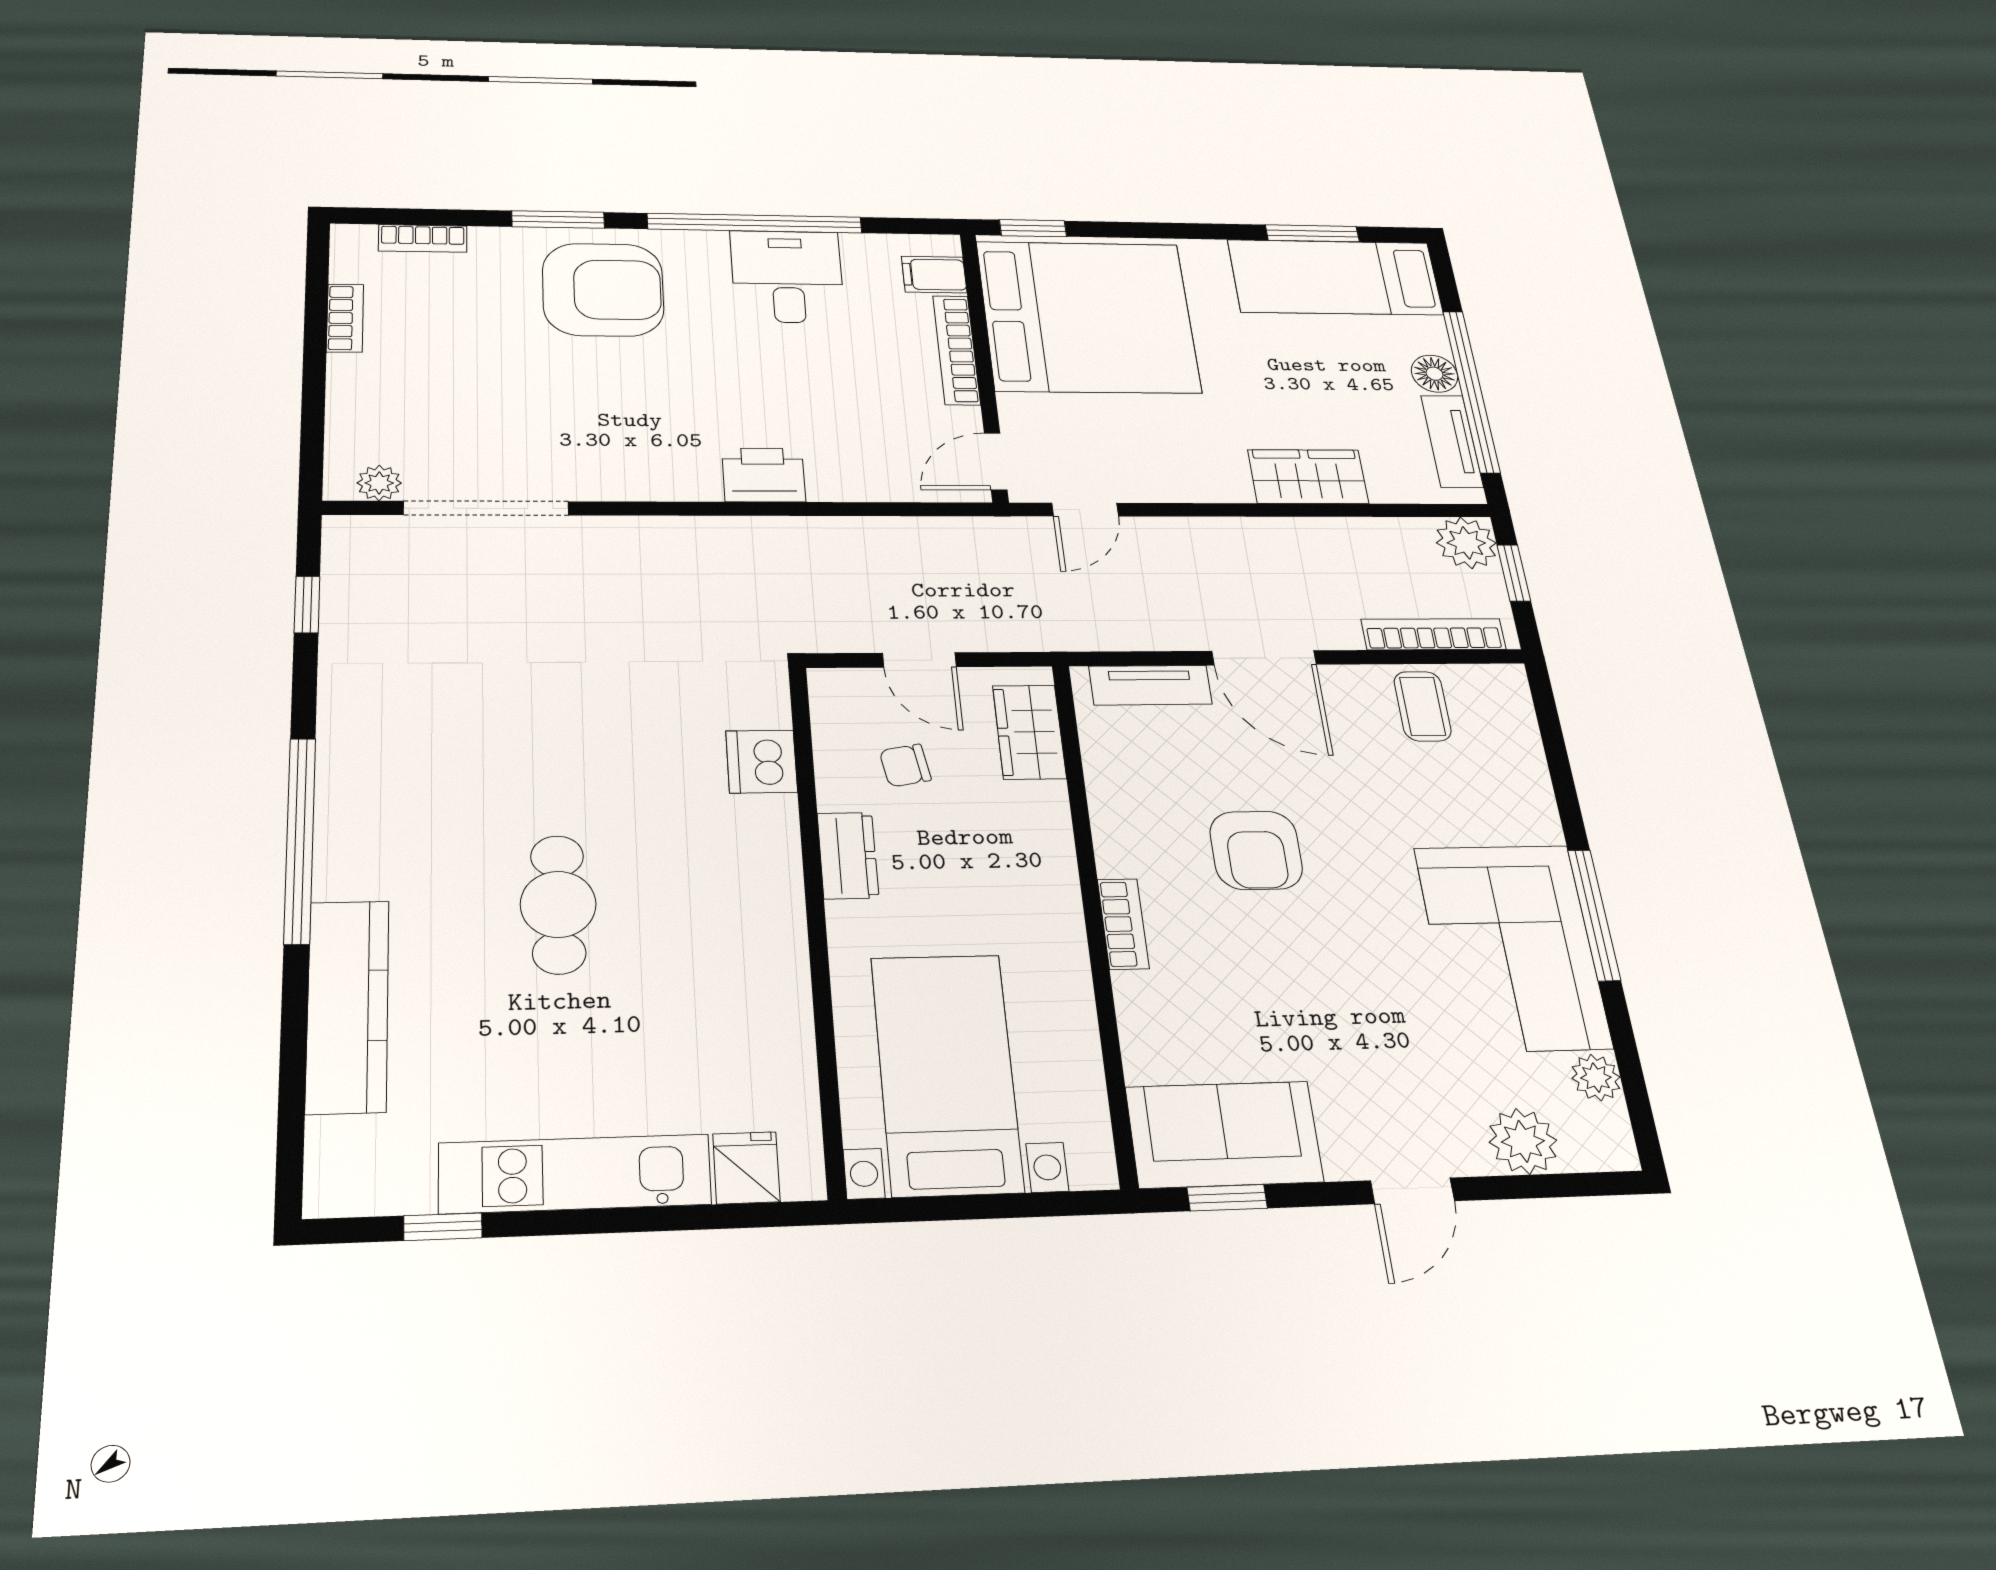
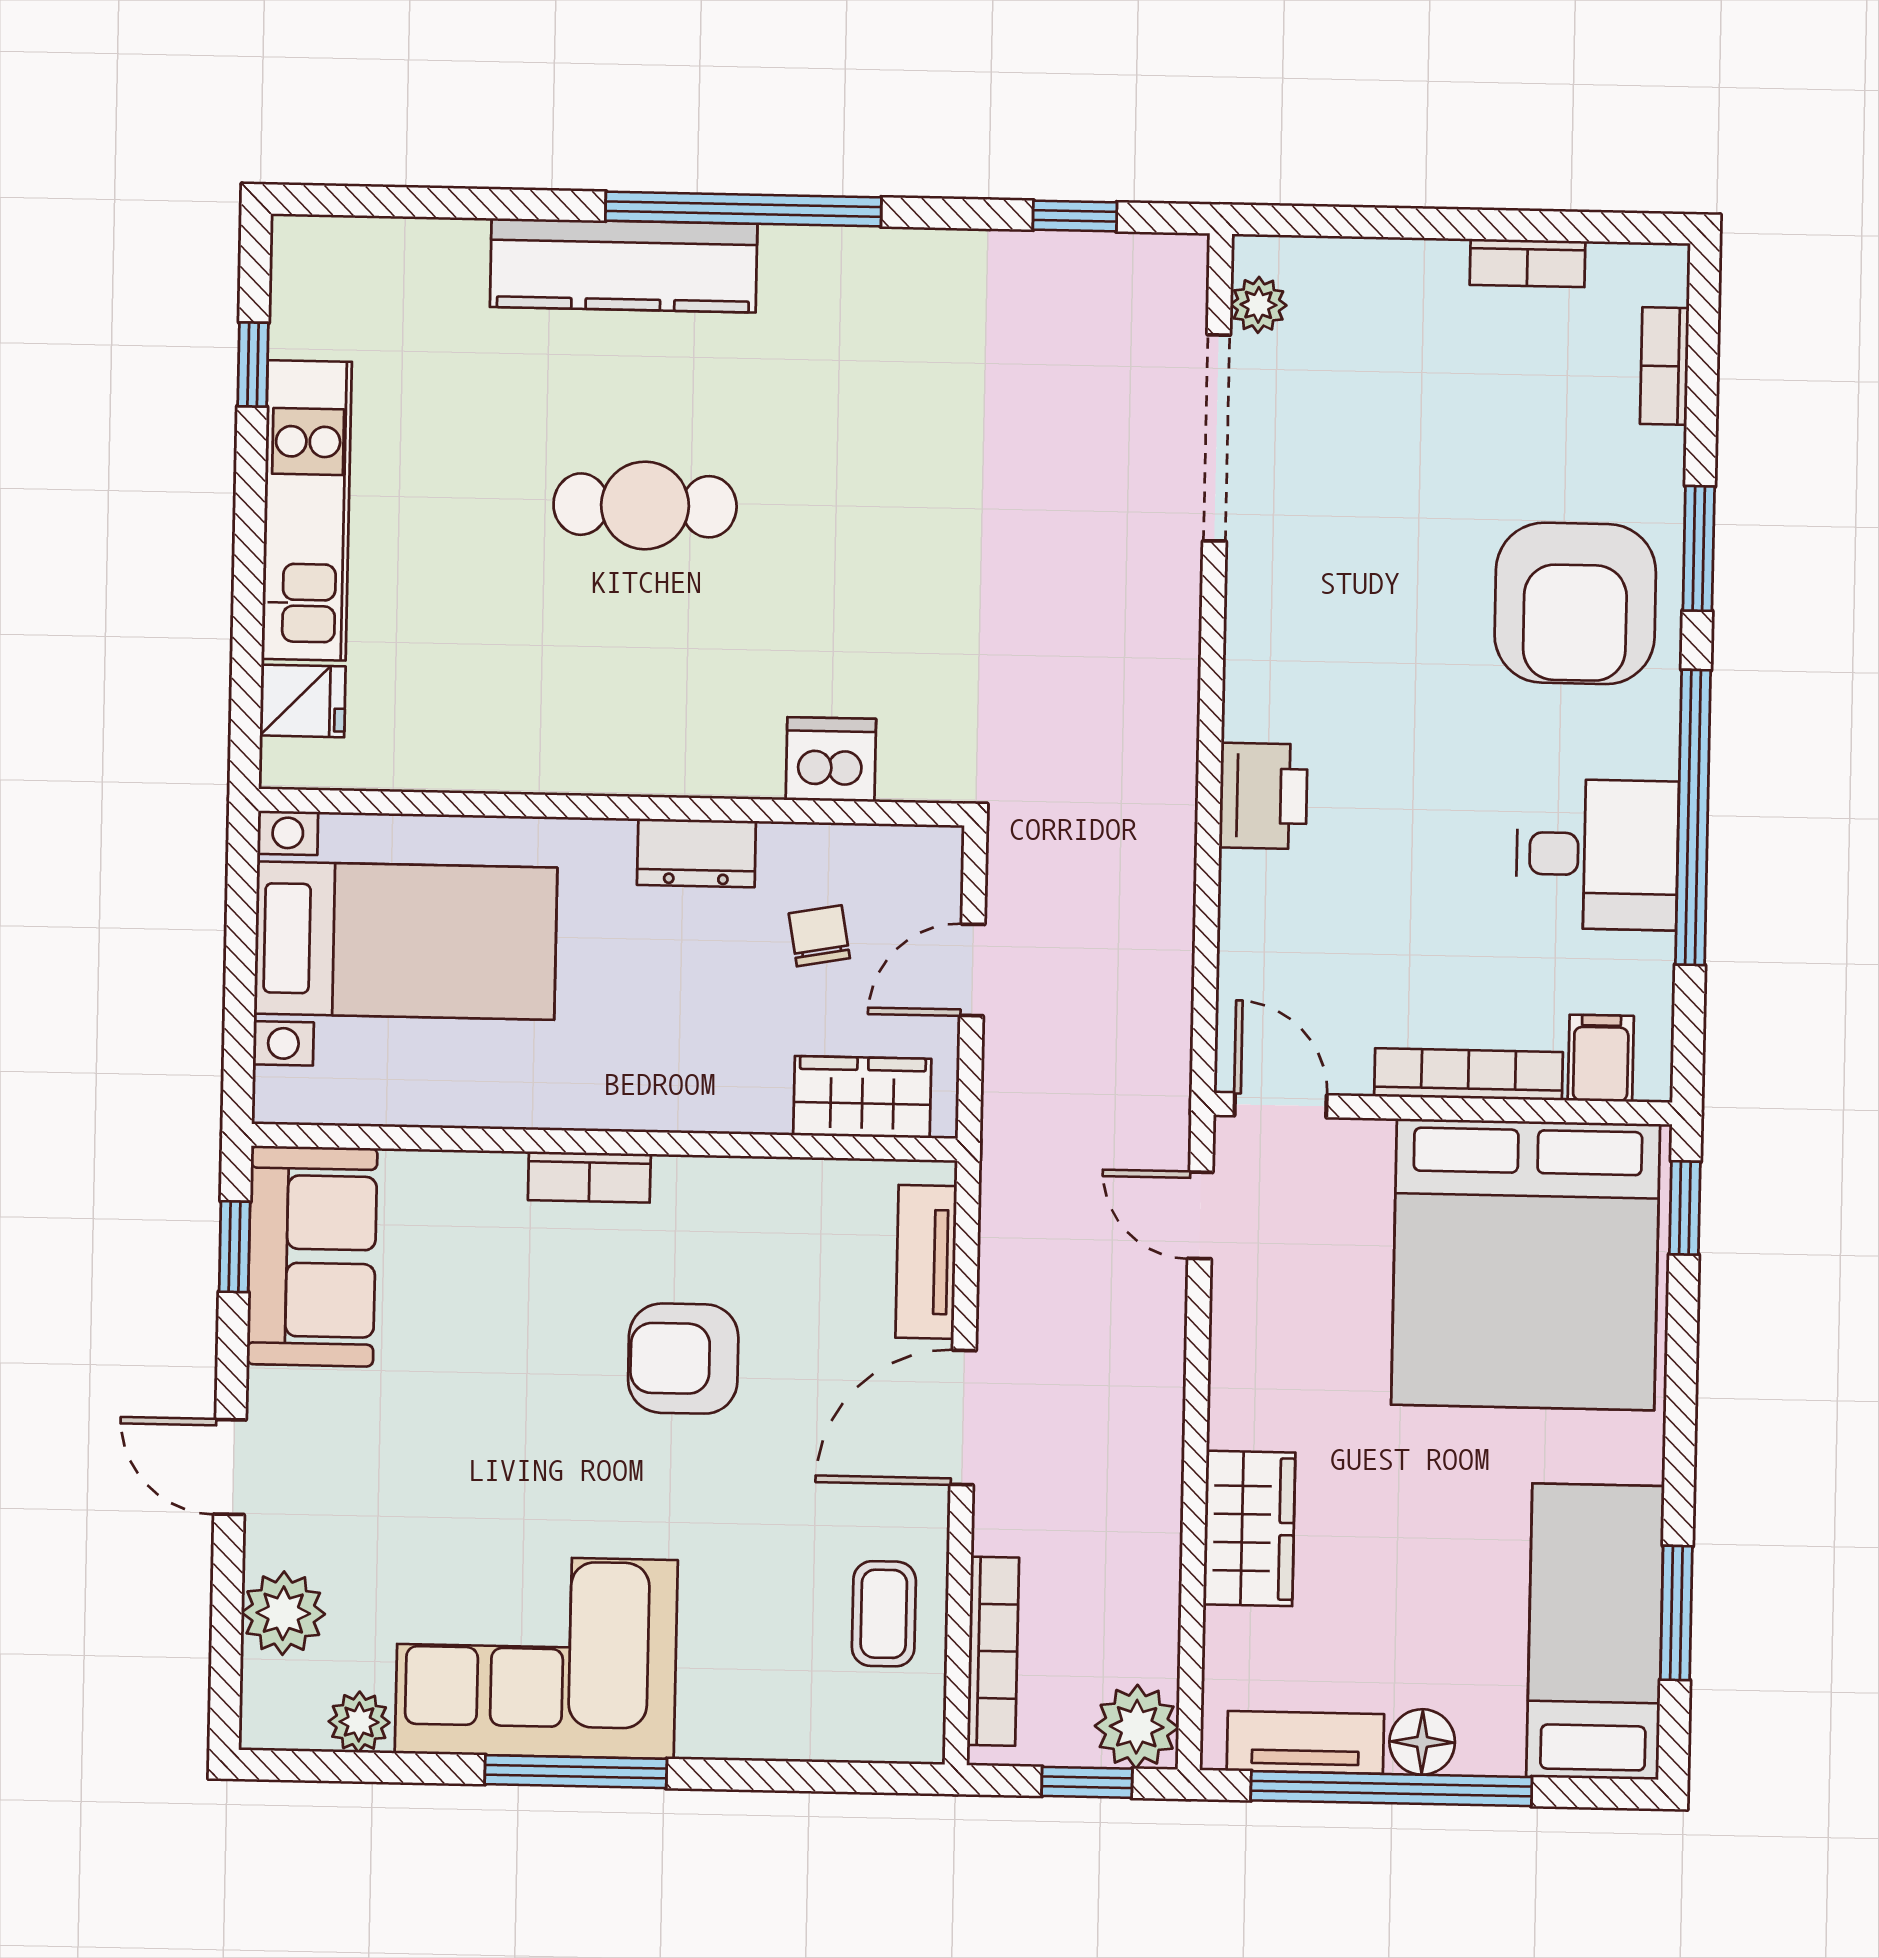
coffee table: (1423, 706) -> (884, 1614), turned 90
kitchen counter: (348, 1006) -> (624, 265), moved

